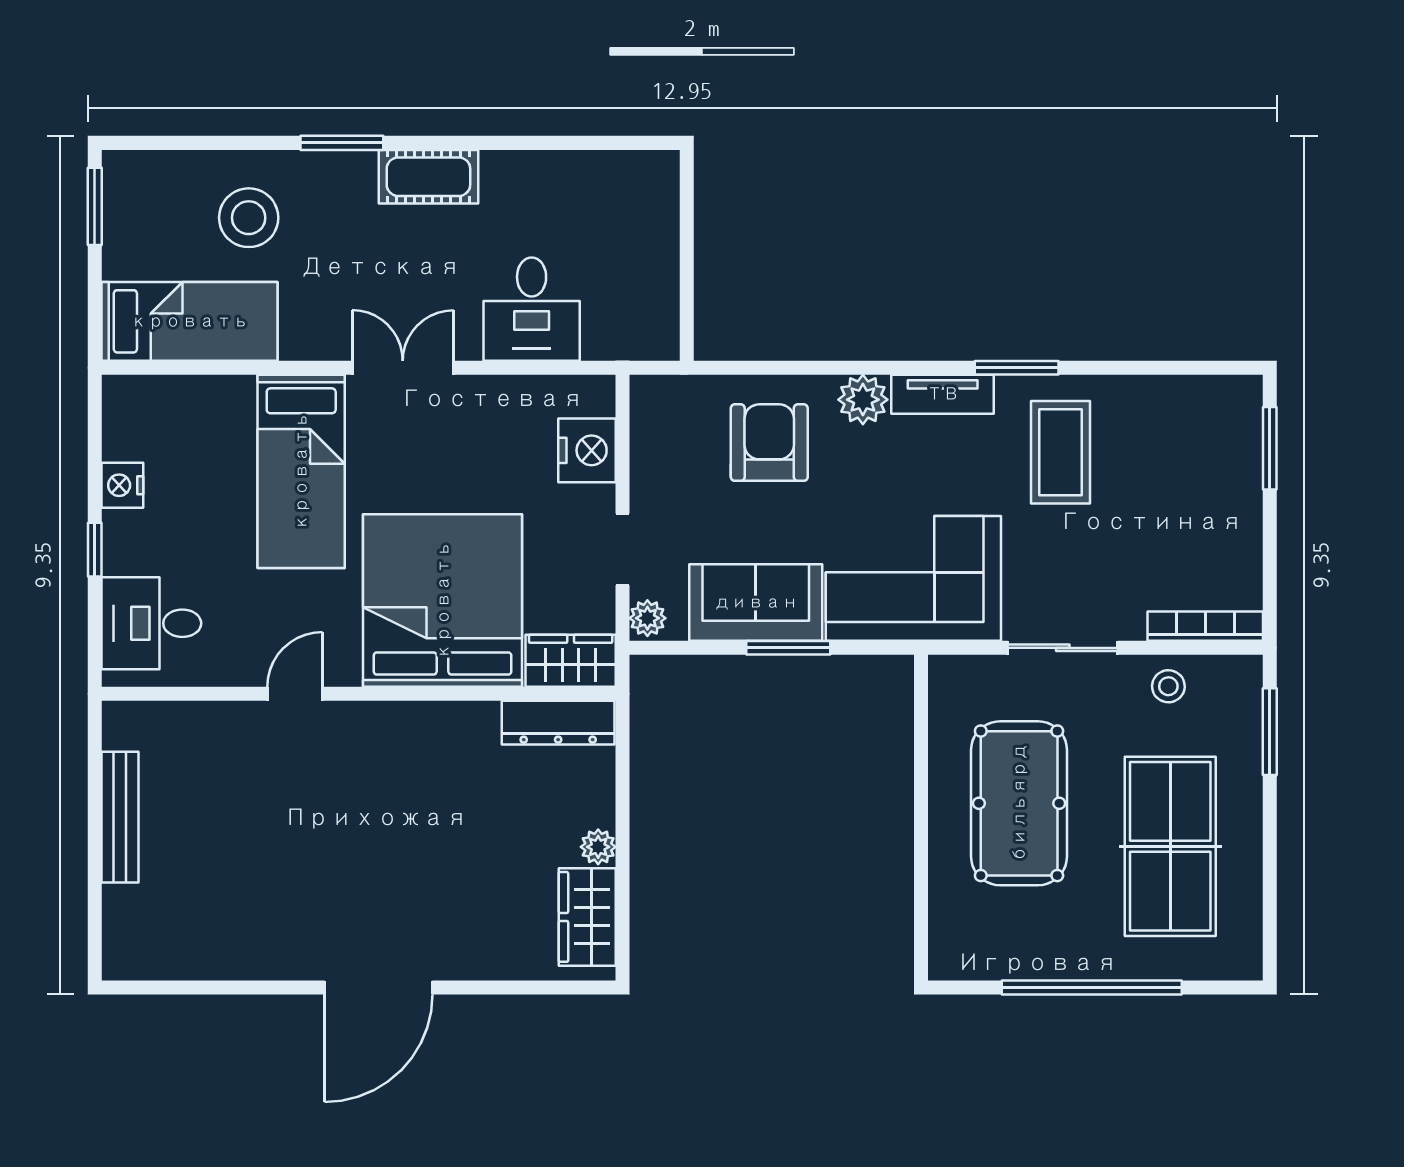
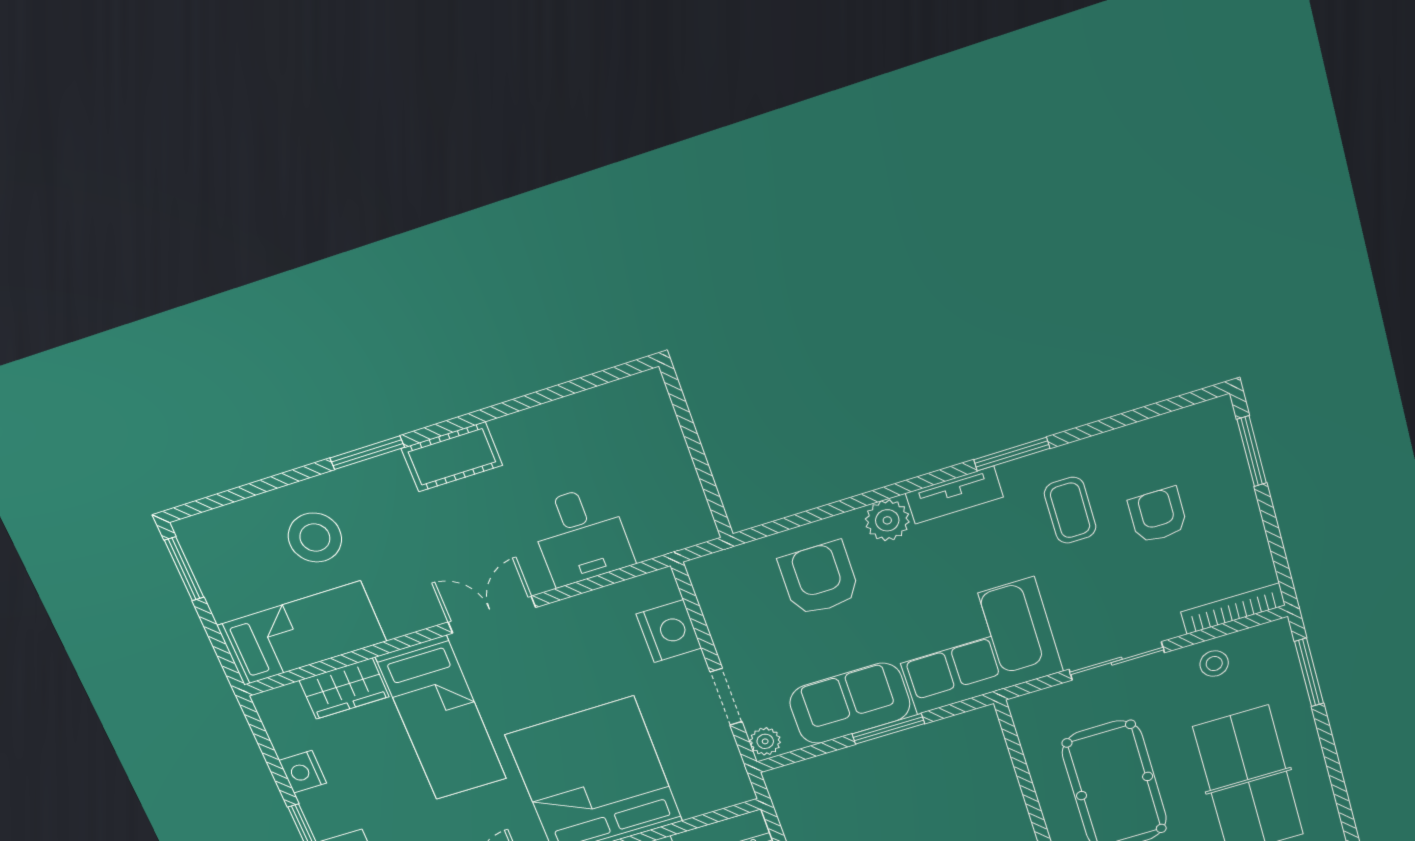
coffee table: (1060, 452) -> (1070, 510), width x0.73, depth x0.77
armchair: (1152, 489) -> (1158, 515), added
wardrobe: (571, 661) -> (344, 688), moved, turned 180

